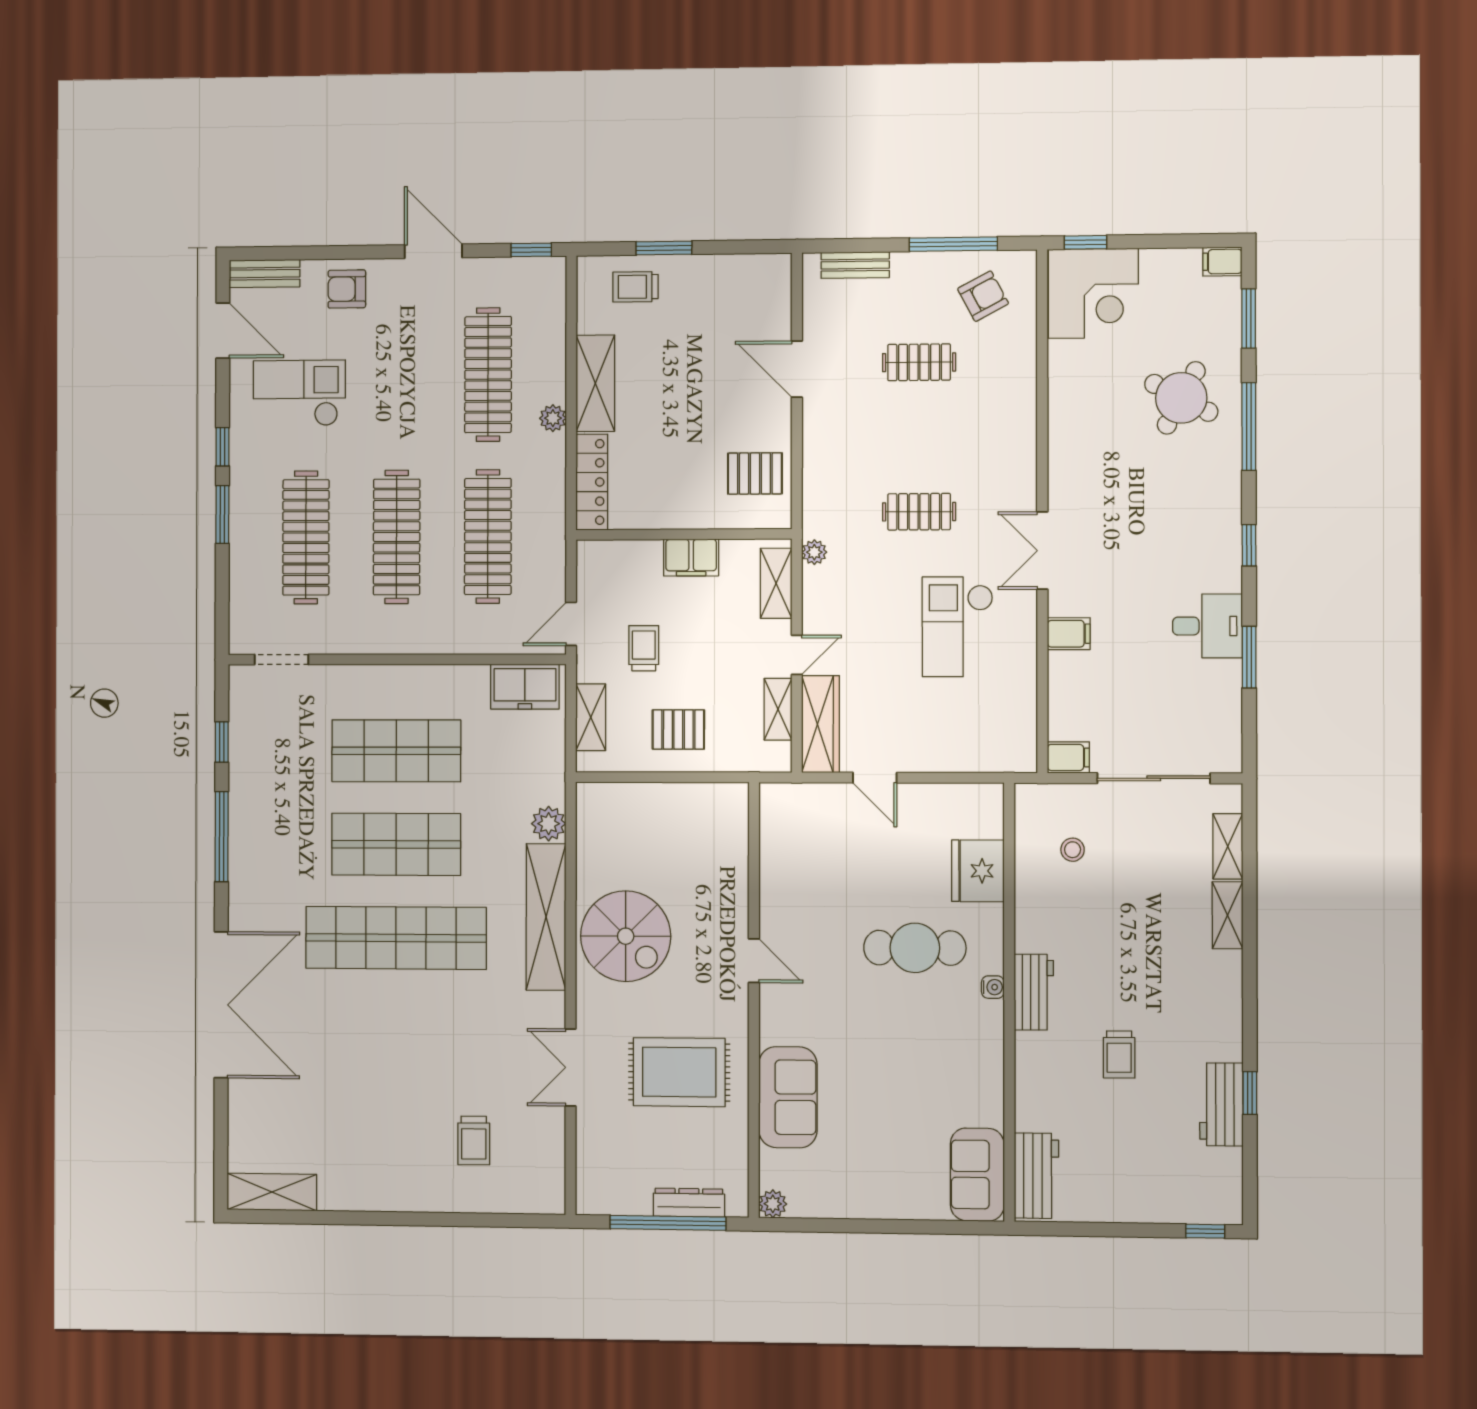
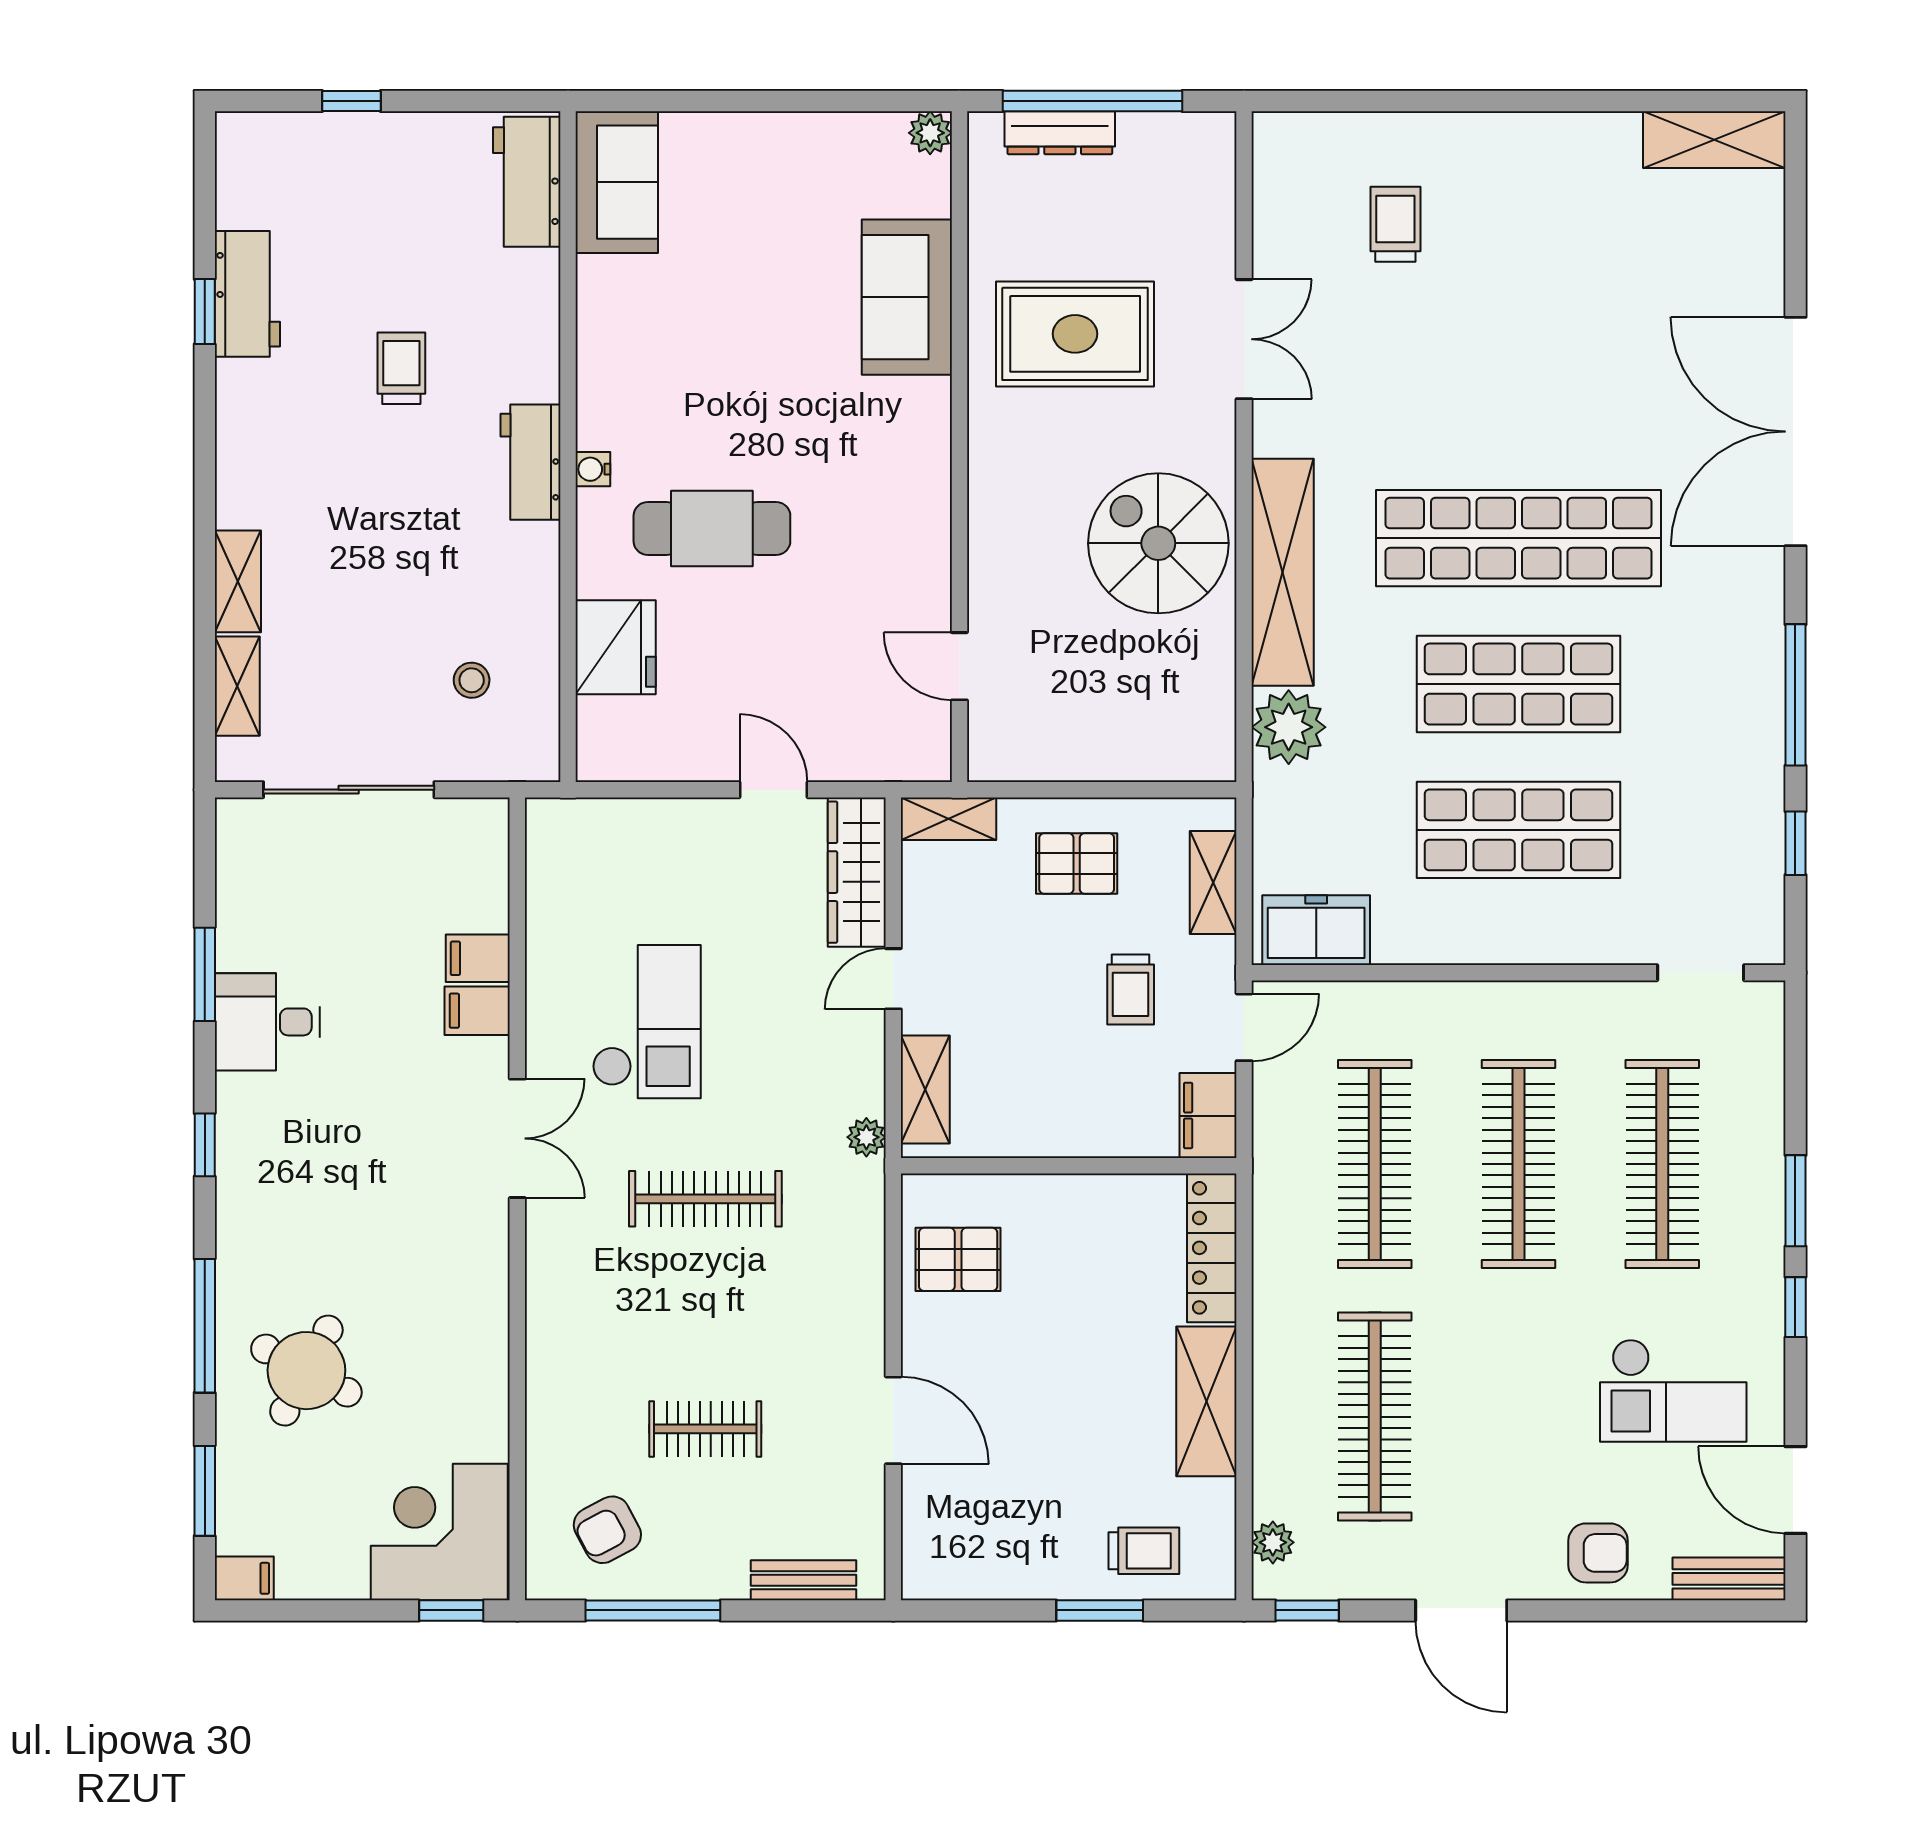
plant: (553, 418) -> (1273, 1542), moved
clothes rail: (919, 512) -> (705, 1199), width x1.36
filing cabinet: (691, 558) -> (1208, 1116), moved, turned -90
shelving: (778, 709) -> (949, 819), moved, turned 90
filing cabinet: (1068, 757) -> (478, 958), moved
plant: (549, 824) -> (1289, 727), width x1.36, depth x1.36
door: (754, 961) -> (959, 666), moved
window: (1205, 1231) -> (351, 101), moved

